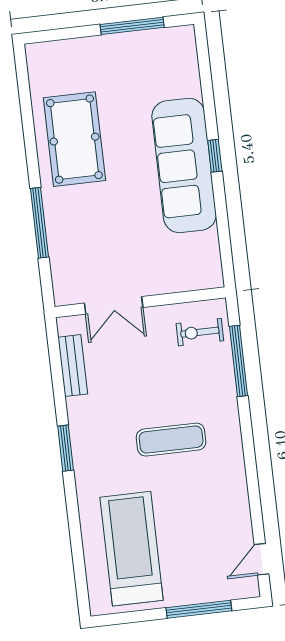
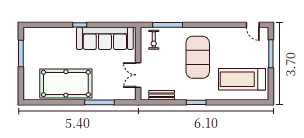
pool table: (74, 139) -> (66, 83), width x1.36, depth x1.32
sofa: (184, 165) -> (105, 38), moved
double door: (114, 305) -> (138, 75), swing flipped
exercise mat: (171, 440) -> (198, 57), width x2.00, depth x1.45

